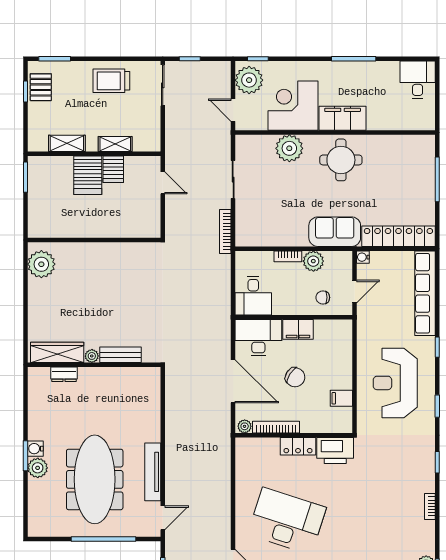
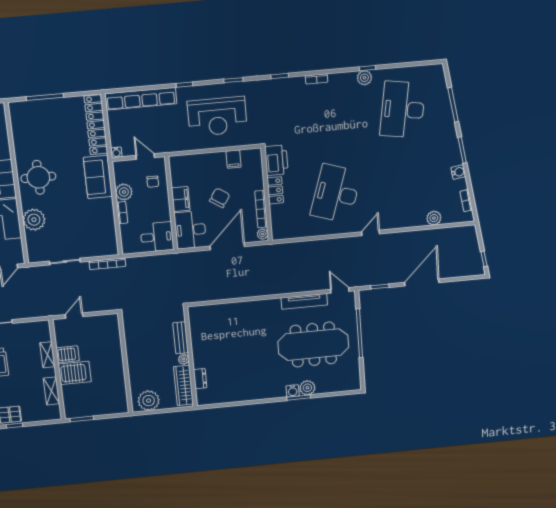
wardrobe: (57, 352) -> (183, 385), moved
bench: (121, 355) -> (181, 338), moved
plant: (92, 356) -> (184, 359), moved
wall: (94, 365) -> (190, 357), moved
dresser: (64, 374) -> (200, 379), moved

